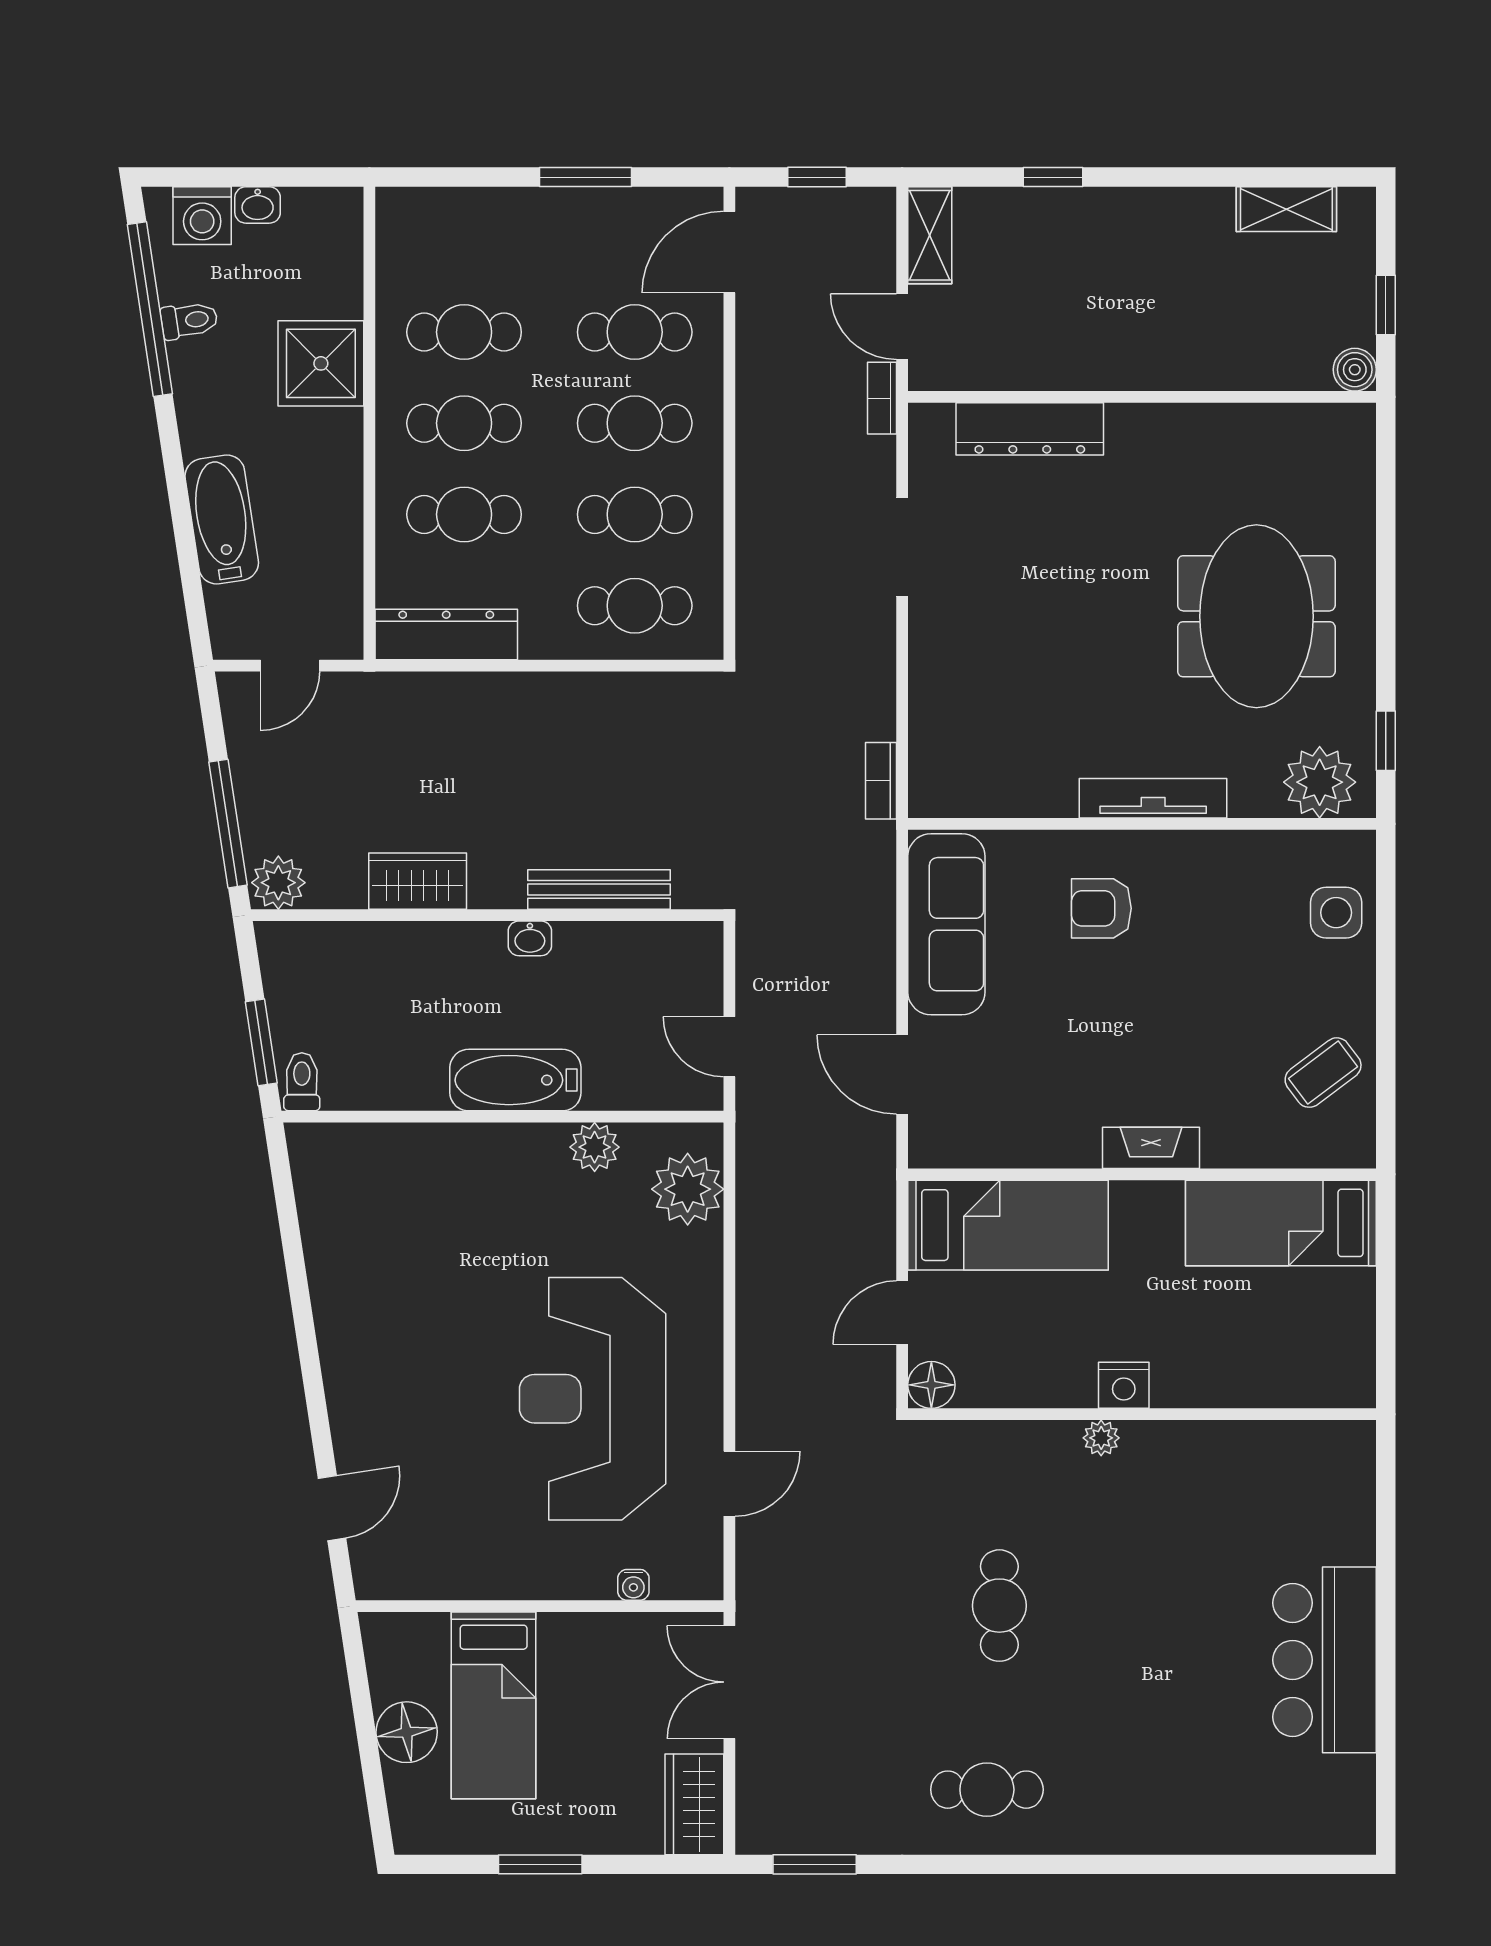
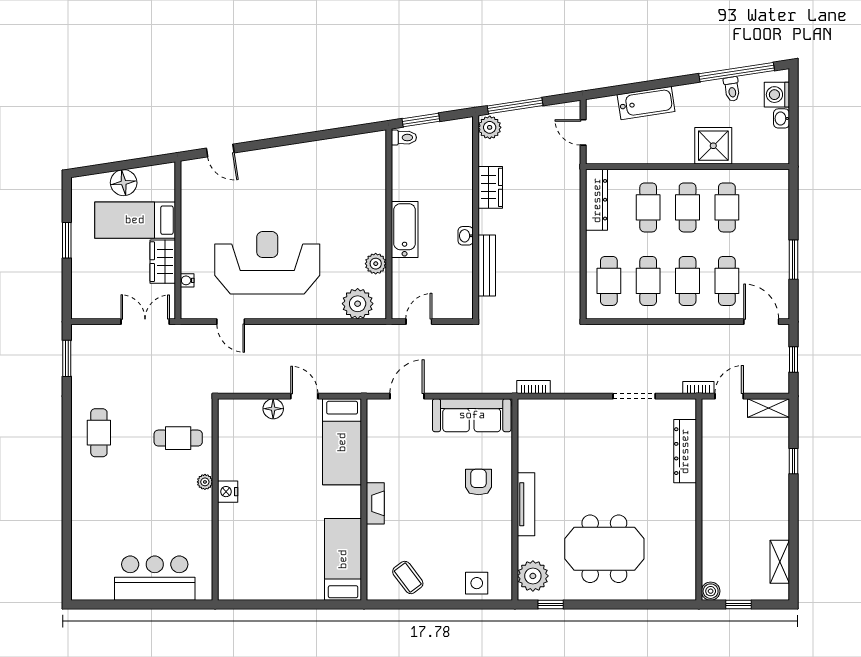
nightstand: (1124, 1385) -> (228, 492), moved
wall: (1142, 1414) -> (215, 499), moved
plant: (1101, 1438) -> (205, 482), moved
wardrobe: (694, 1804) -> (163, 262), moved, turned -90

